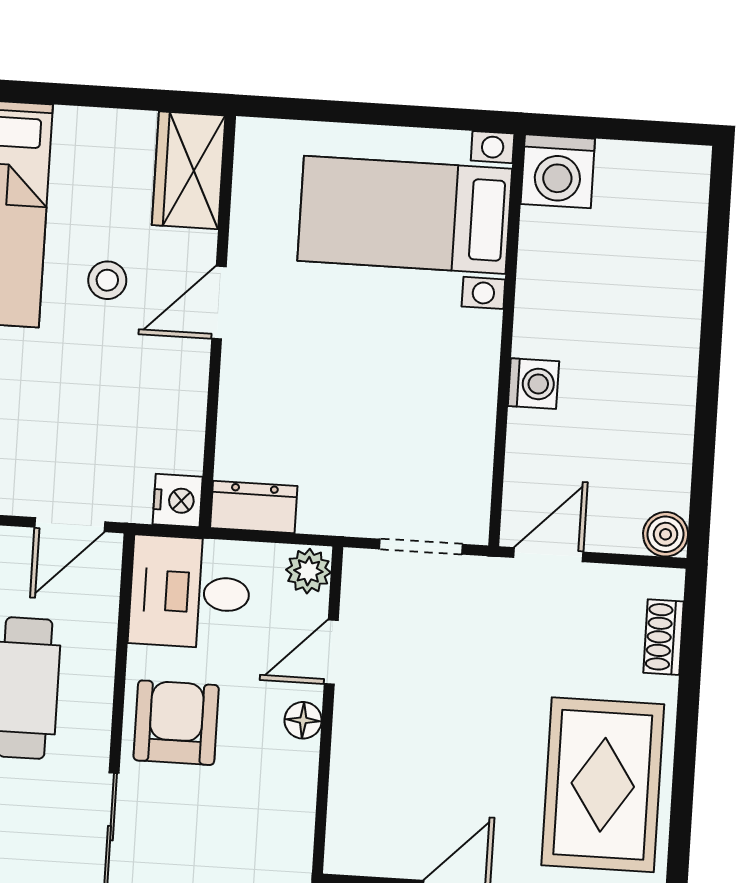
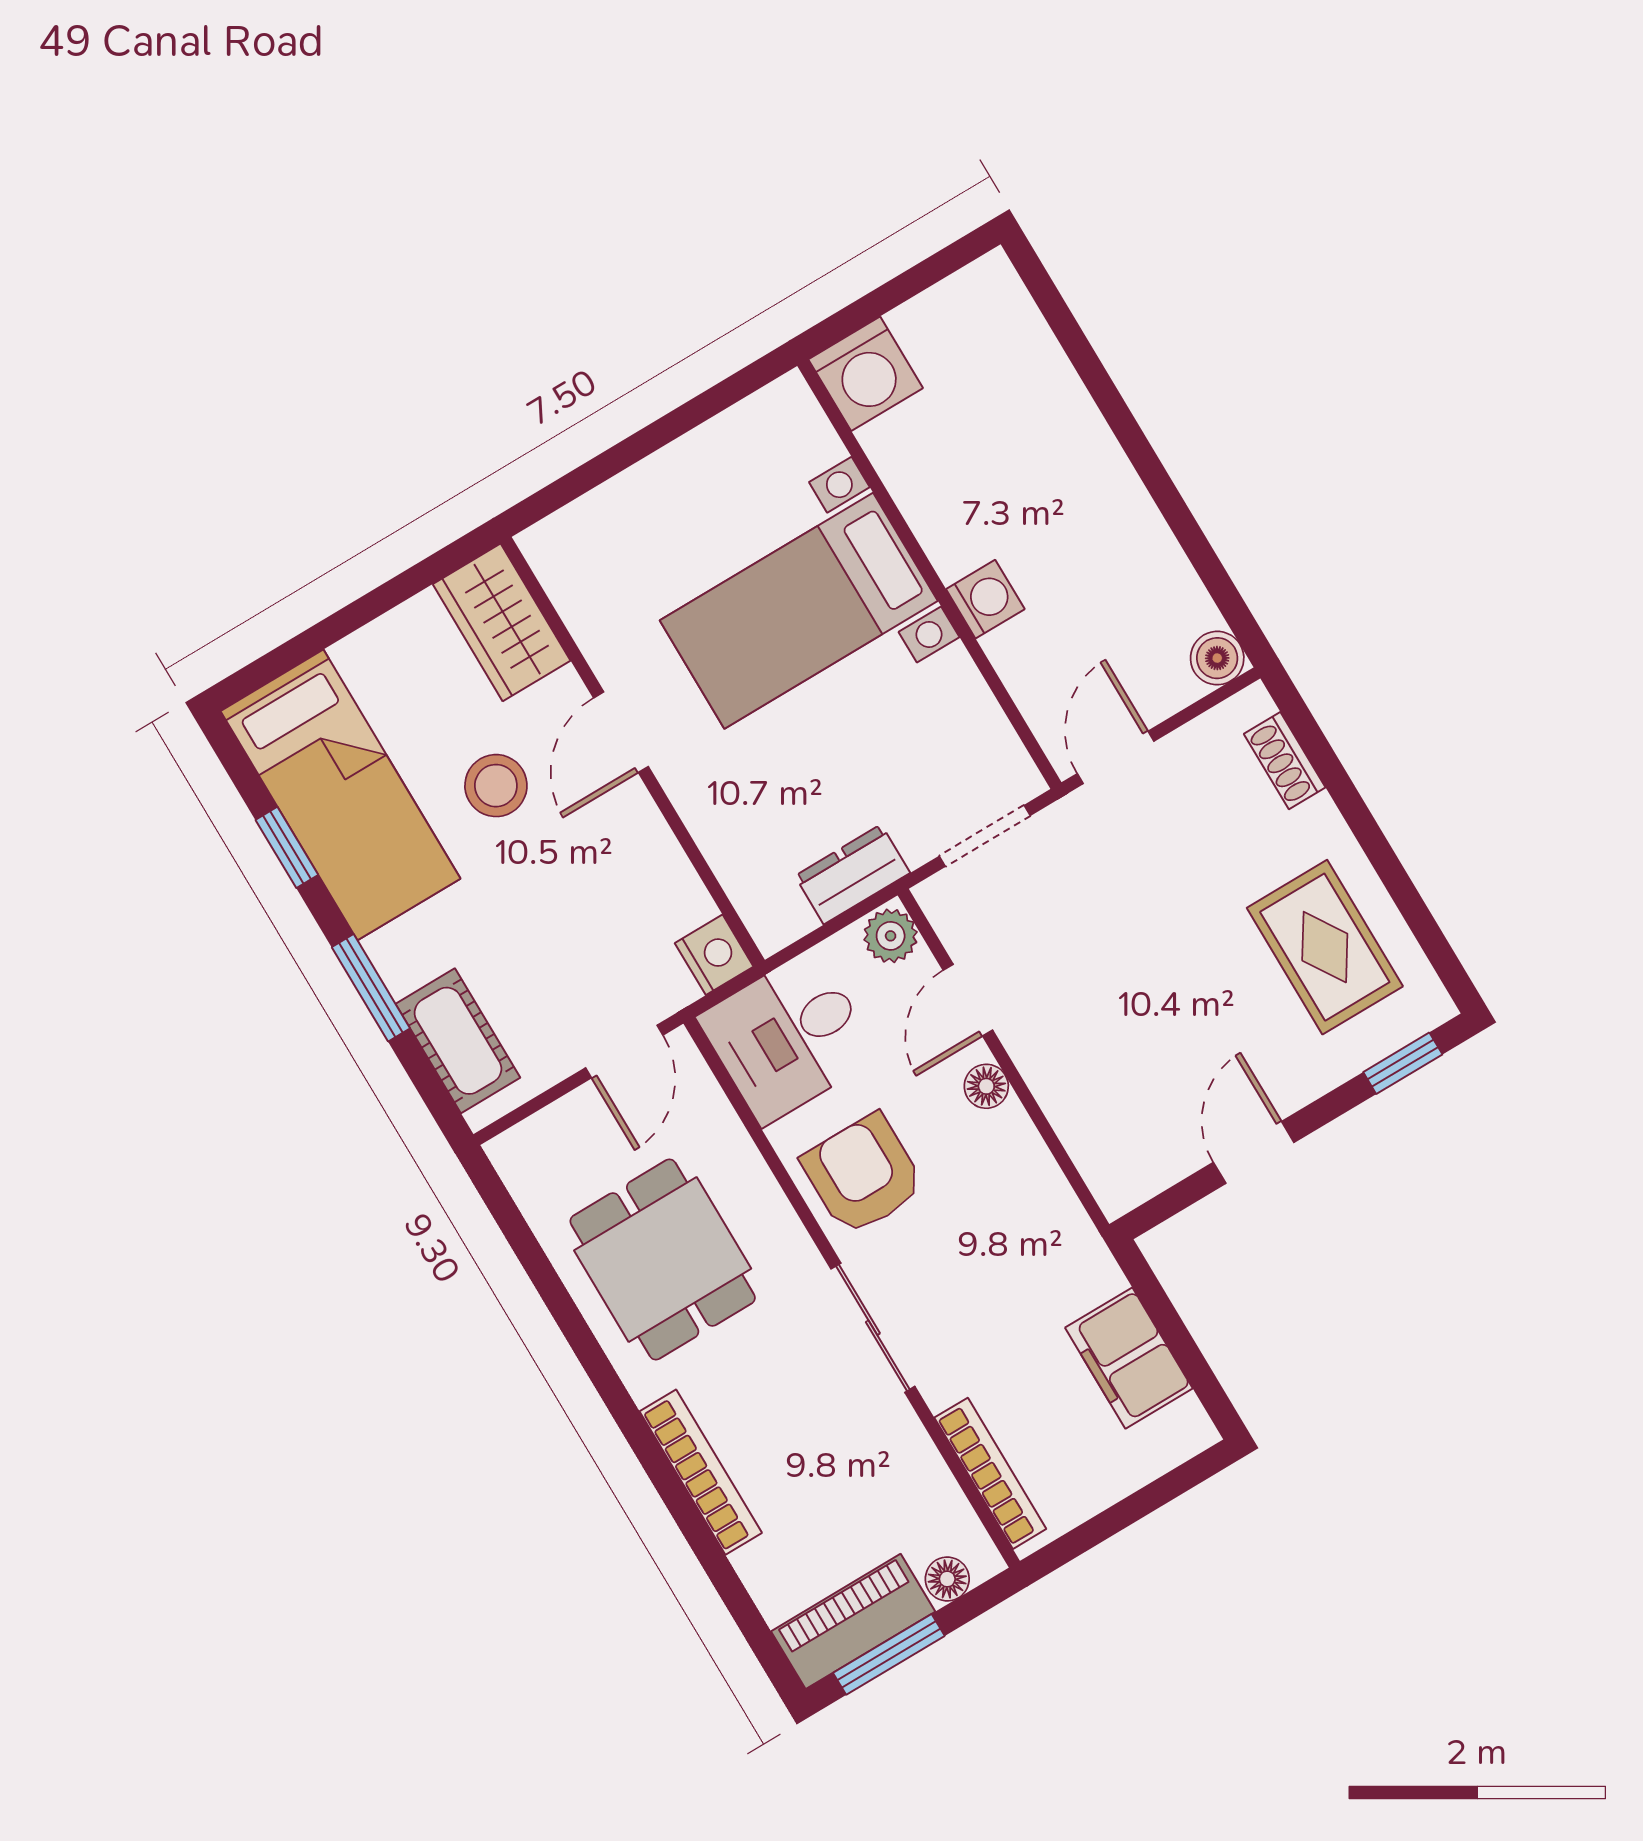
bed with nightstands: (405, 215) -> (799, 611), moved
stool: (107, 280) -> (496, 786), width x1.37, depth x1.37
dresser: (254, 507) -> (852, 874), moved
rug: (603, 785) -> (1325, 947), width x0.73, depth x0.70

